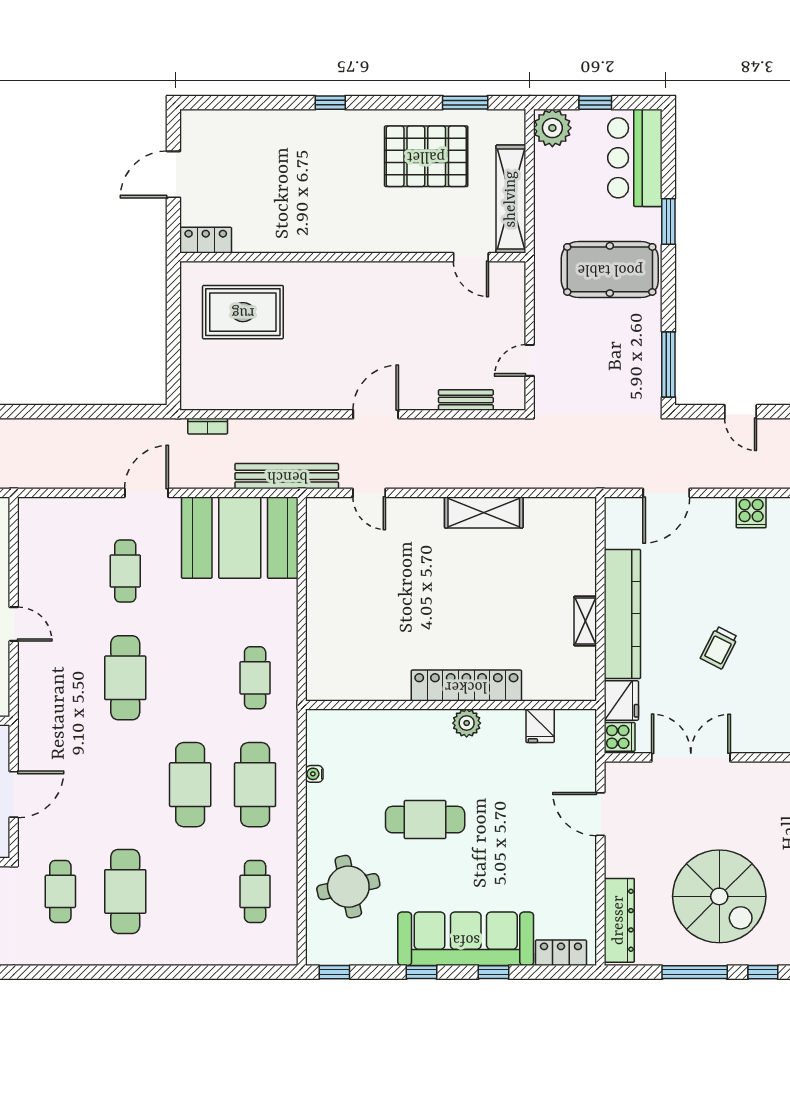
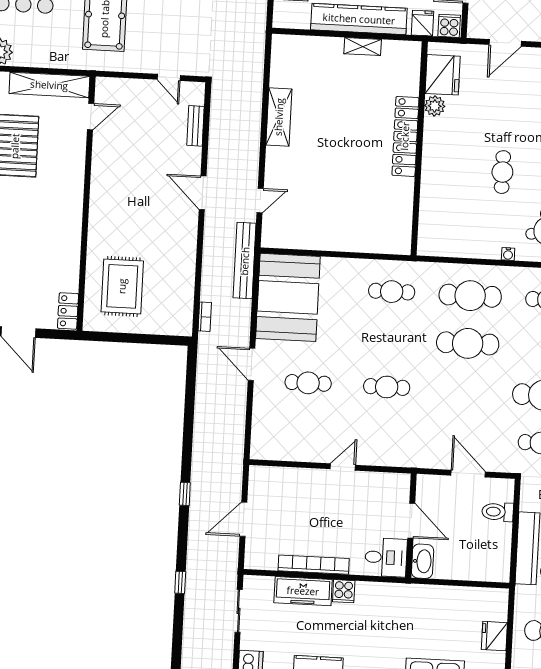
cafe table: (125, 678) -> (387, 387), width x0.73, depth x0.74
fridge: (621, 700) -> (422, 23), width x0.72
plant: (467, 723) -> (435, 106), moved
fridge: (540, 726) -> (443, 75), width x1.88, depth x1.34
water cooler: (314, 774) -> (508, 254), moved
cafe table: (425, 820) -> (502, 172), width x0.73, depth x0.74

